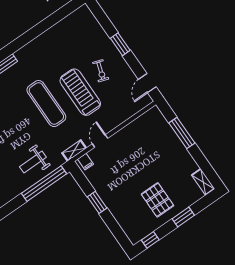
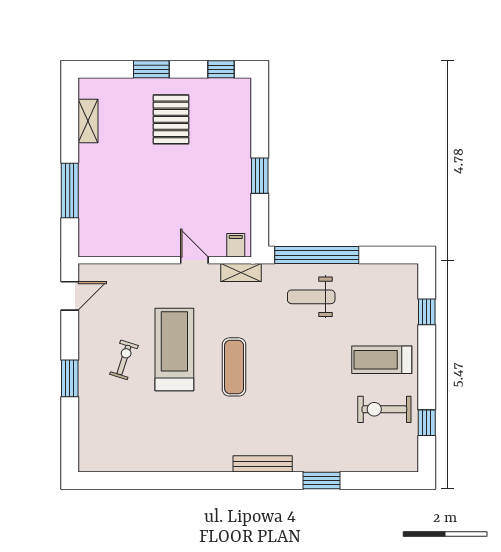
treadmill: (80, 92) -> (174, 350), turned 180
exercise mat: (46, 104) -> (234, 367), width x0.73, depth x0.69
door: (100, 141) -> (194, 260), swing flipped
weight bench: (33, 162) -> (311, 297), turned 180
shelving: (203, 182) -> (88, 121), moved

